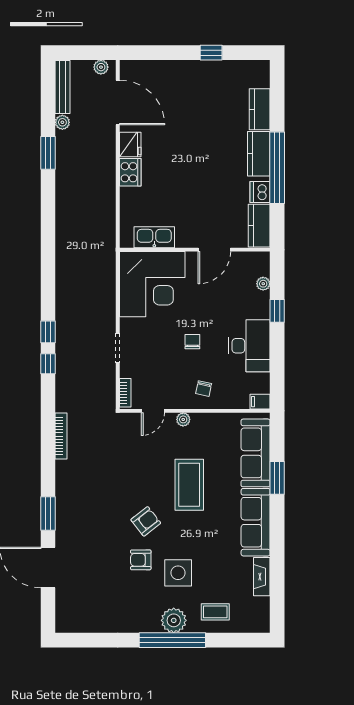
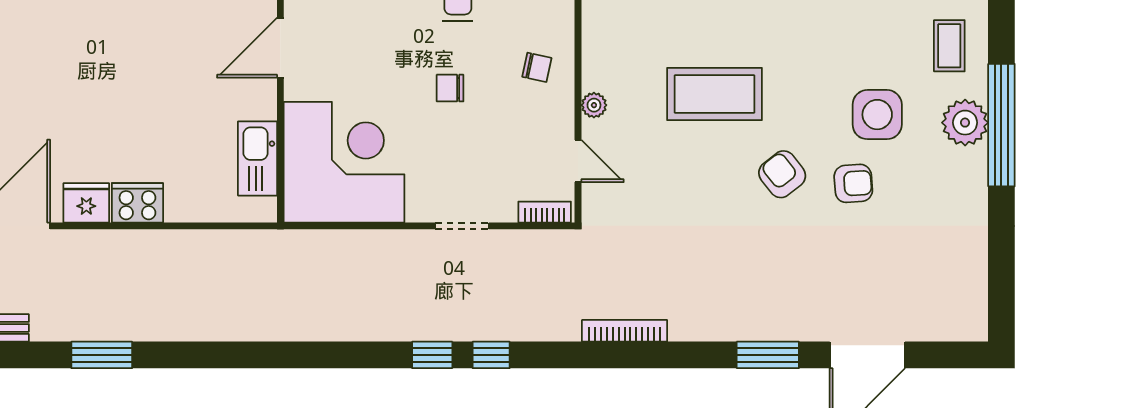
plant: (62, 122) -> (45, 328), removed
door: (214, 250) -> (280, 48), swing flipped
armchair: (141, 560) -> (853, 183), turned -94

